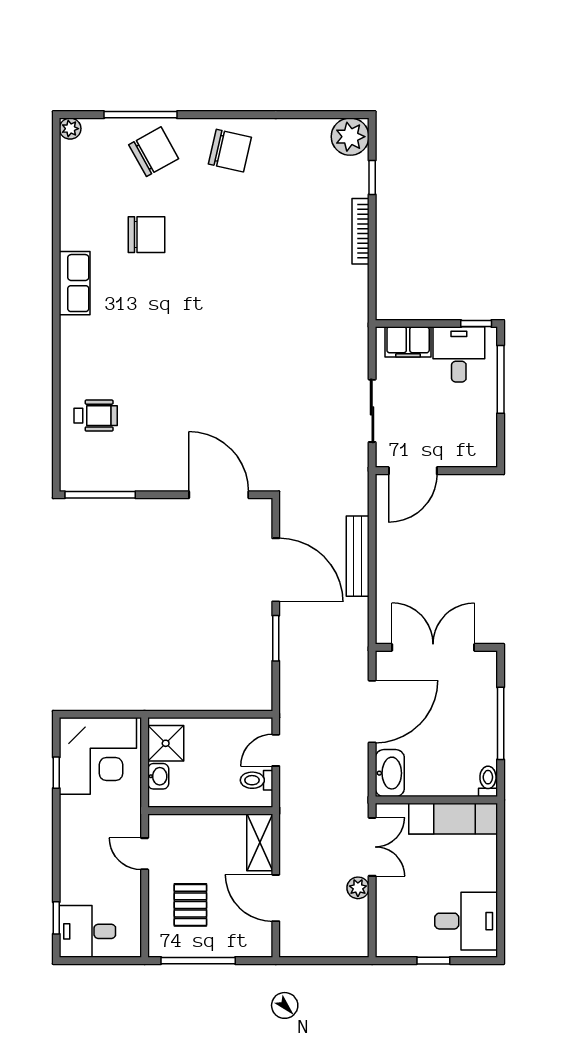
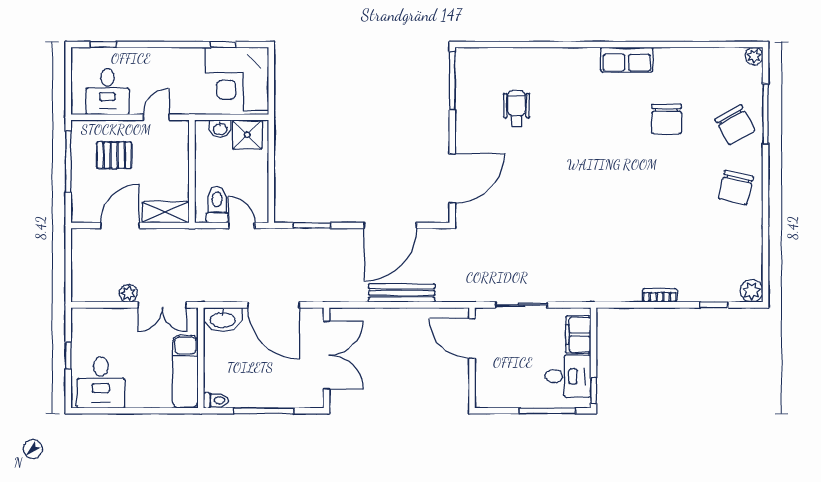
plant: (350, 137) -> (752, 291), width x0.73, depth x0.73
bookcase: (360, 231) -> (660, 295), width x0.64
wheelchair: (96, 416) -> (517, 108), moved, turned 180
window: (276, 638) -> (312, 225), moved
toilet: (256, 780) -> (217, 204), width x1.37, depth x1.39
desk: (87, 931) -> (108, 92), moved, turned 180

